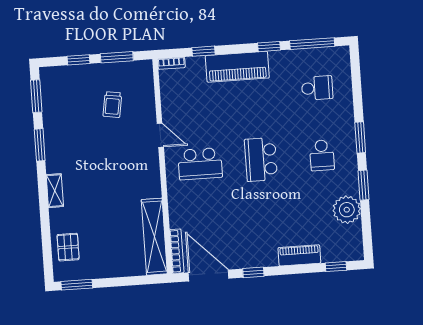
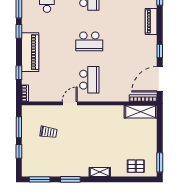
shelving: (154, 237) -> (141, 112), width x0.68

